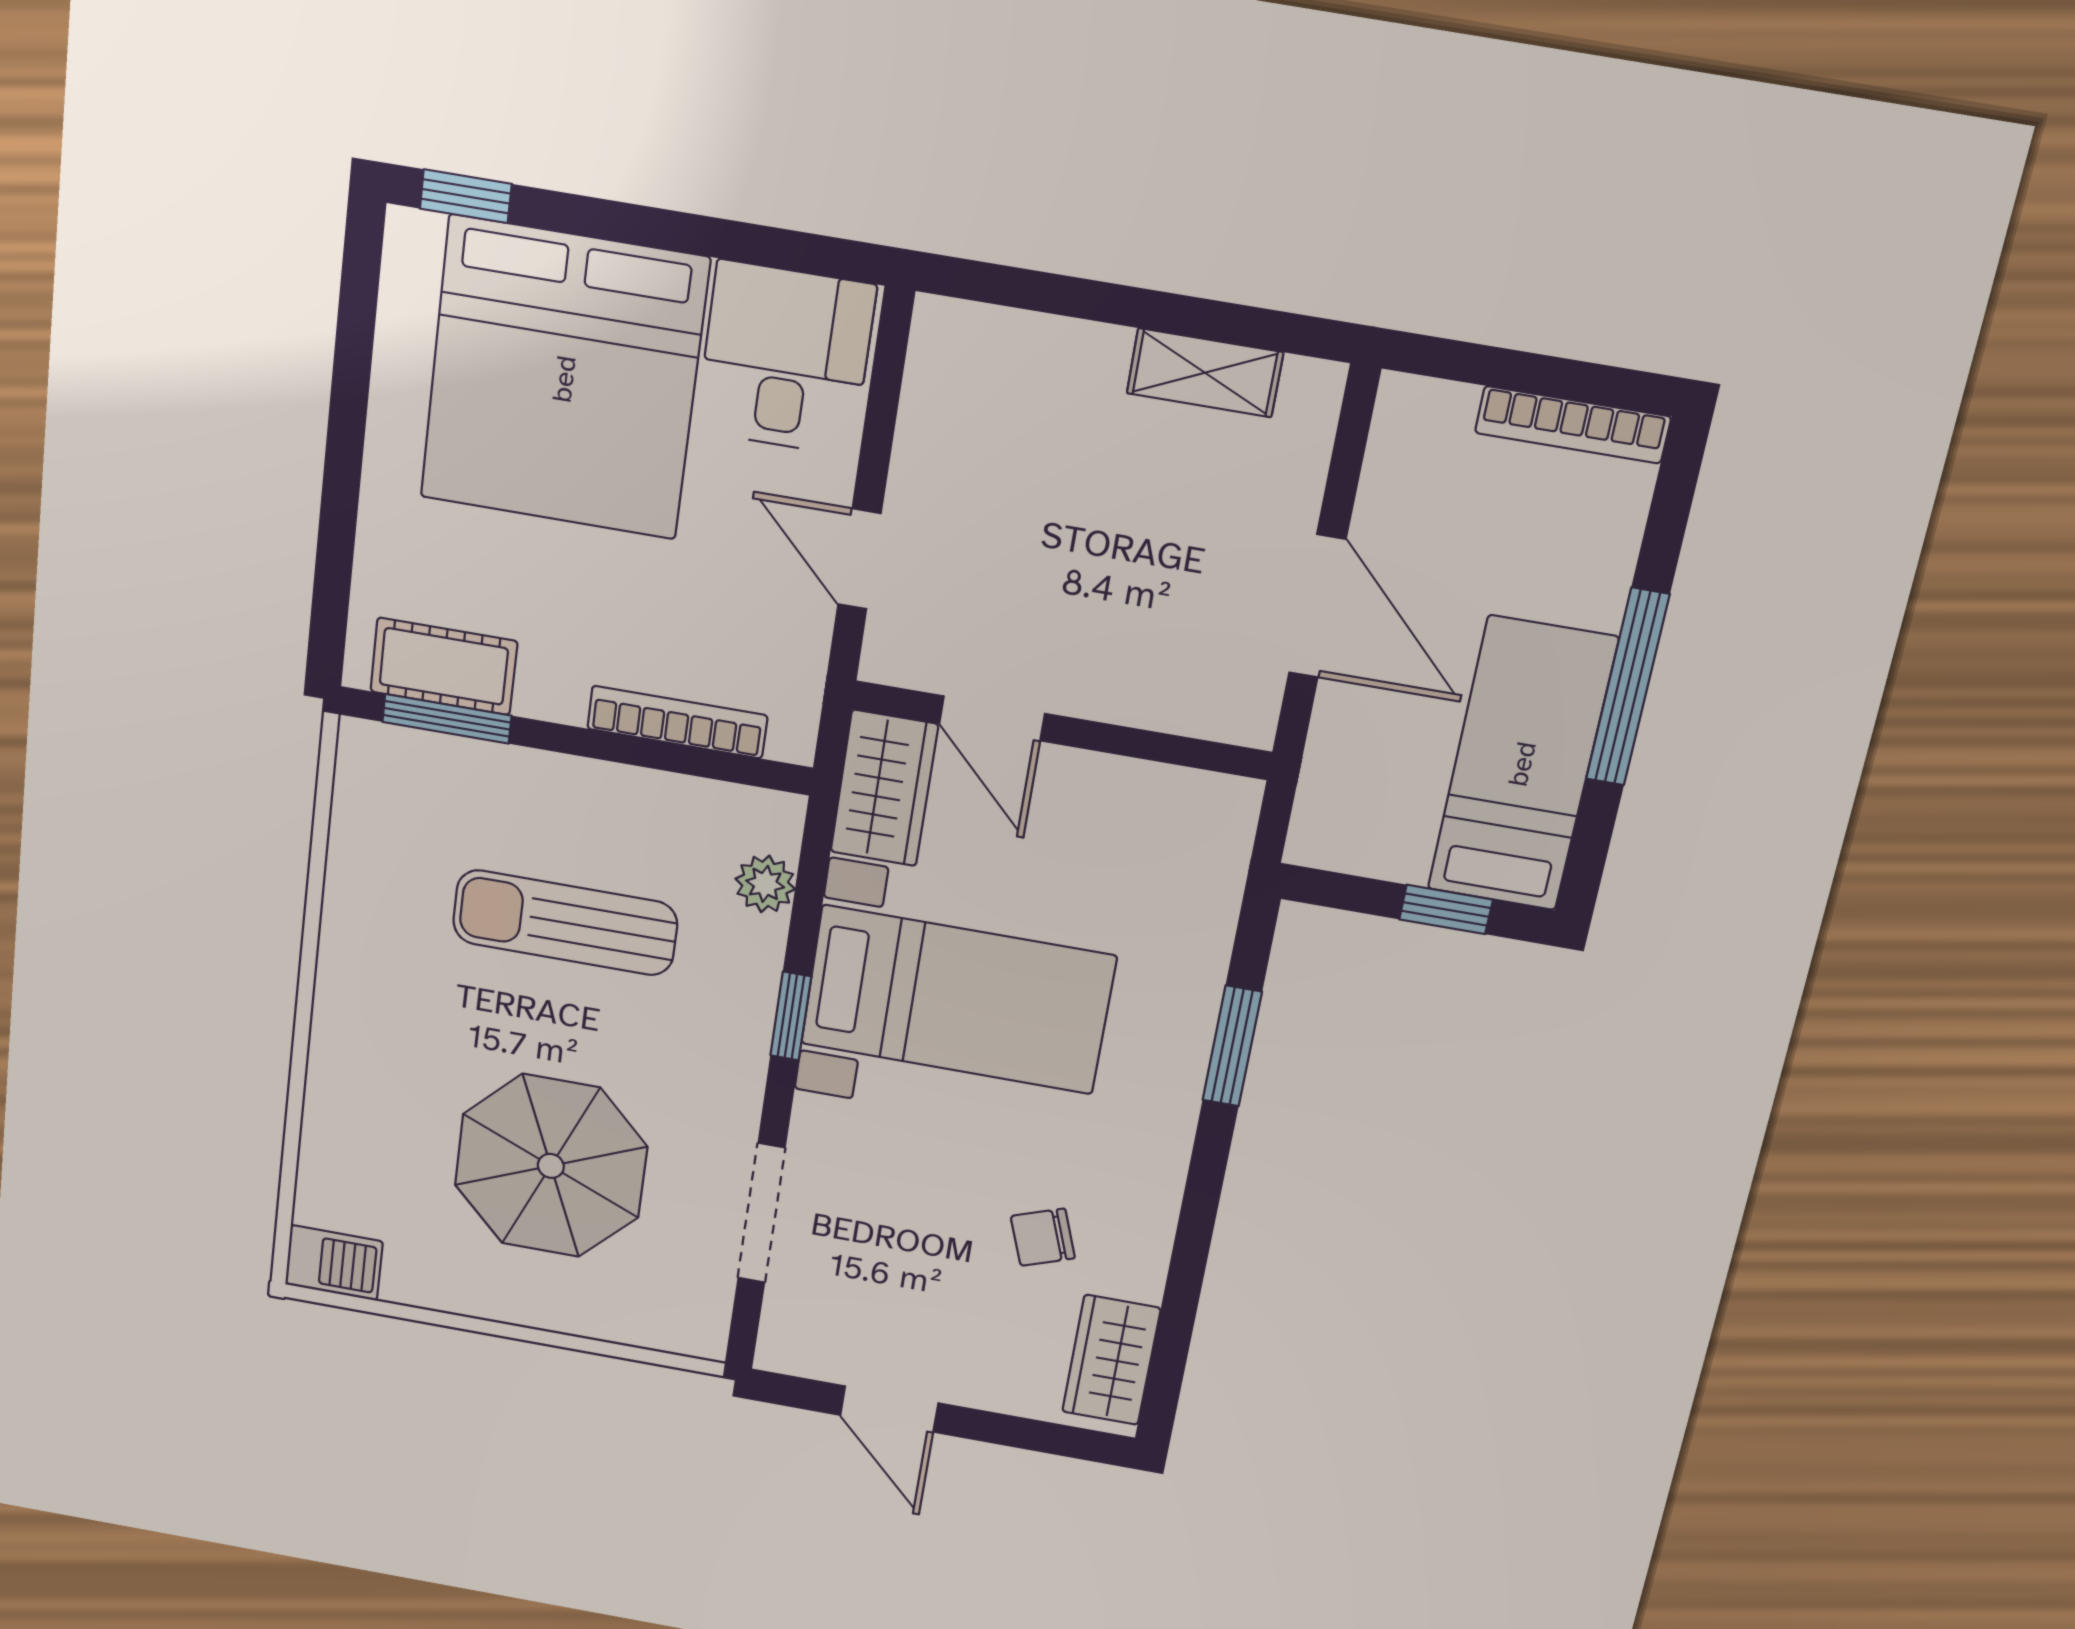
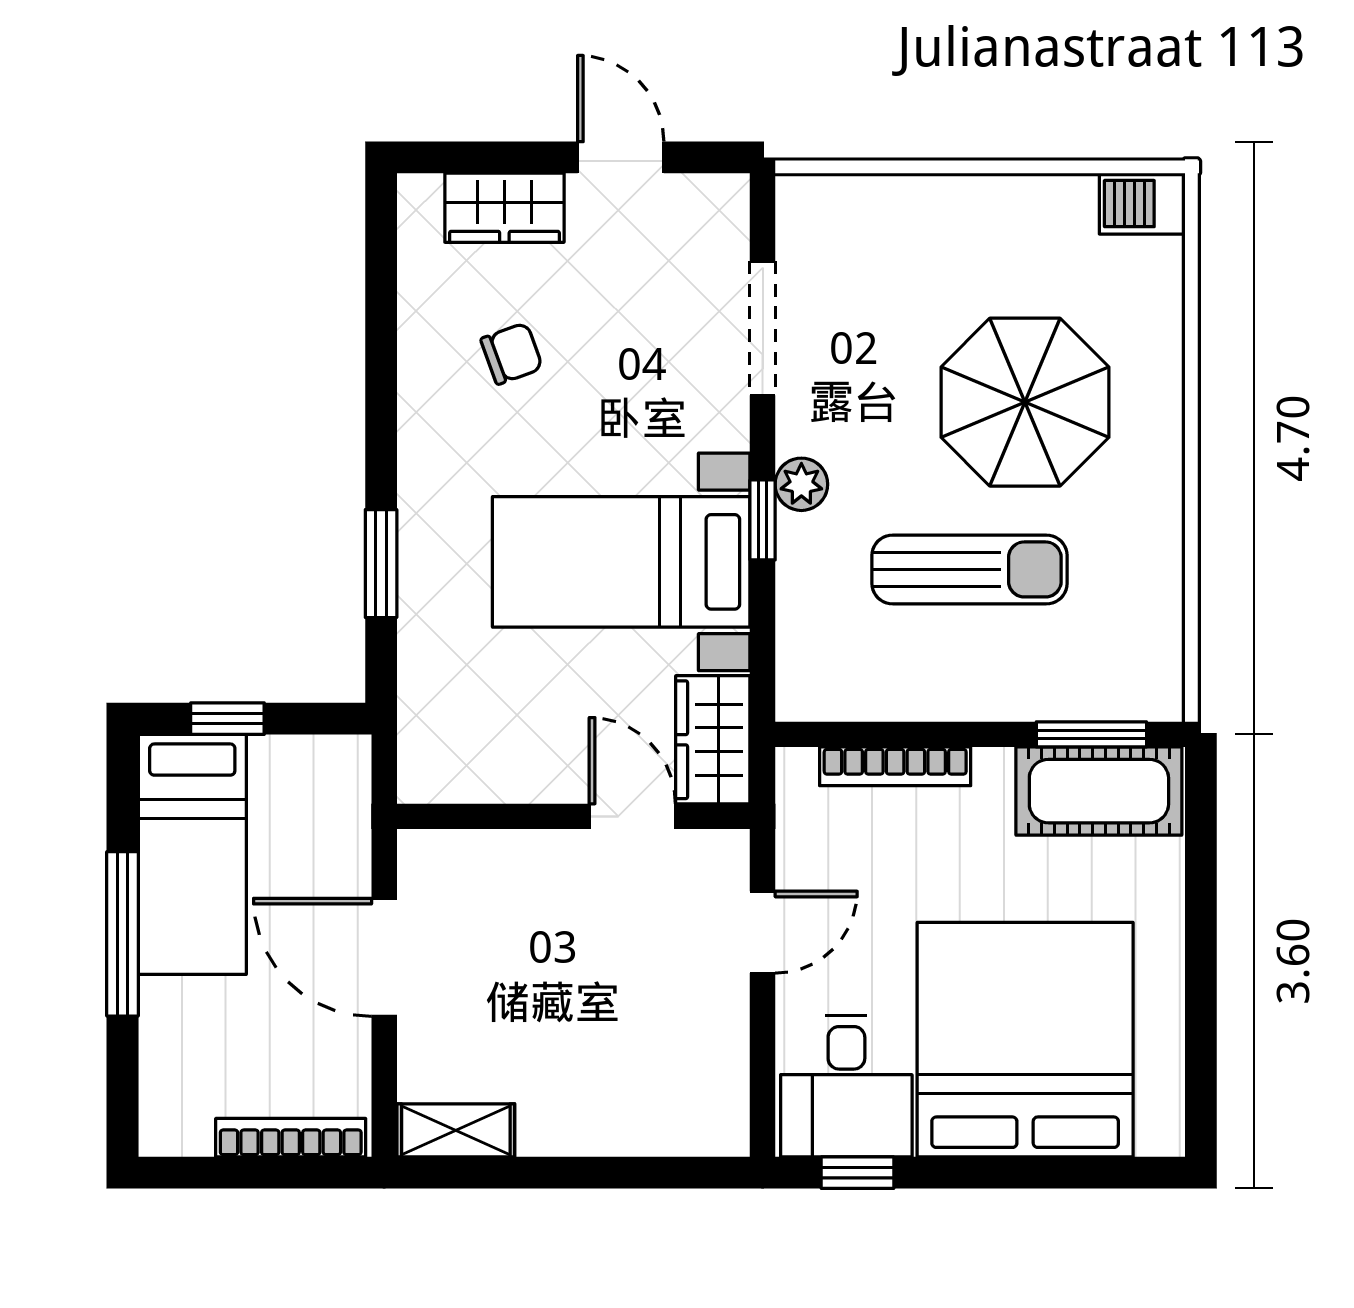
window: (466, 196) -> (858, 1173), moved
shelving: (1205, 373) -> (456, 1130), moved
bookcase: (1573, 425) -> (291, 1138), moved
door: (859, 559) -> (763, 932), hinge flipped
cot: (444, 666) -> (1099, 791), width x1.37, depth x1.34
plant: (765, 884) -> (801, 484), moved
parasol: (551, 1166) -> (1025, 402), moved
wardrobe: (1111, 1360) -> (504, 208), moved, turned 90

